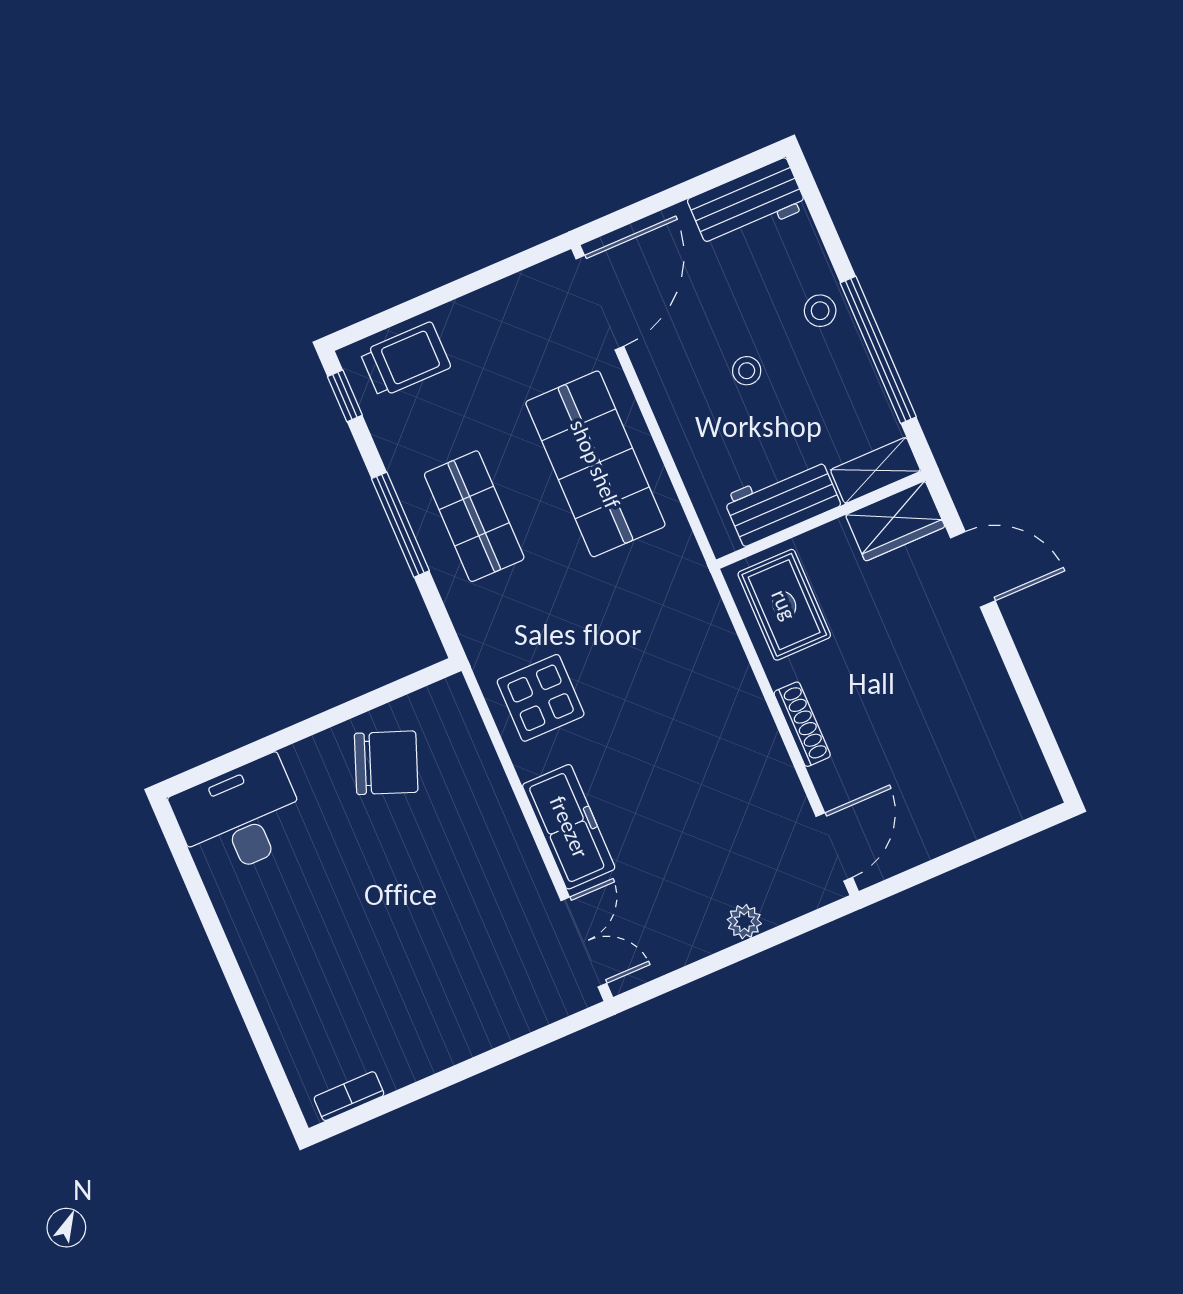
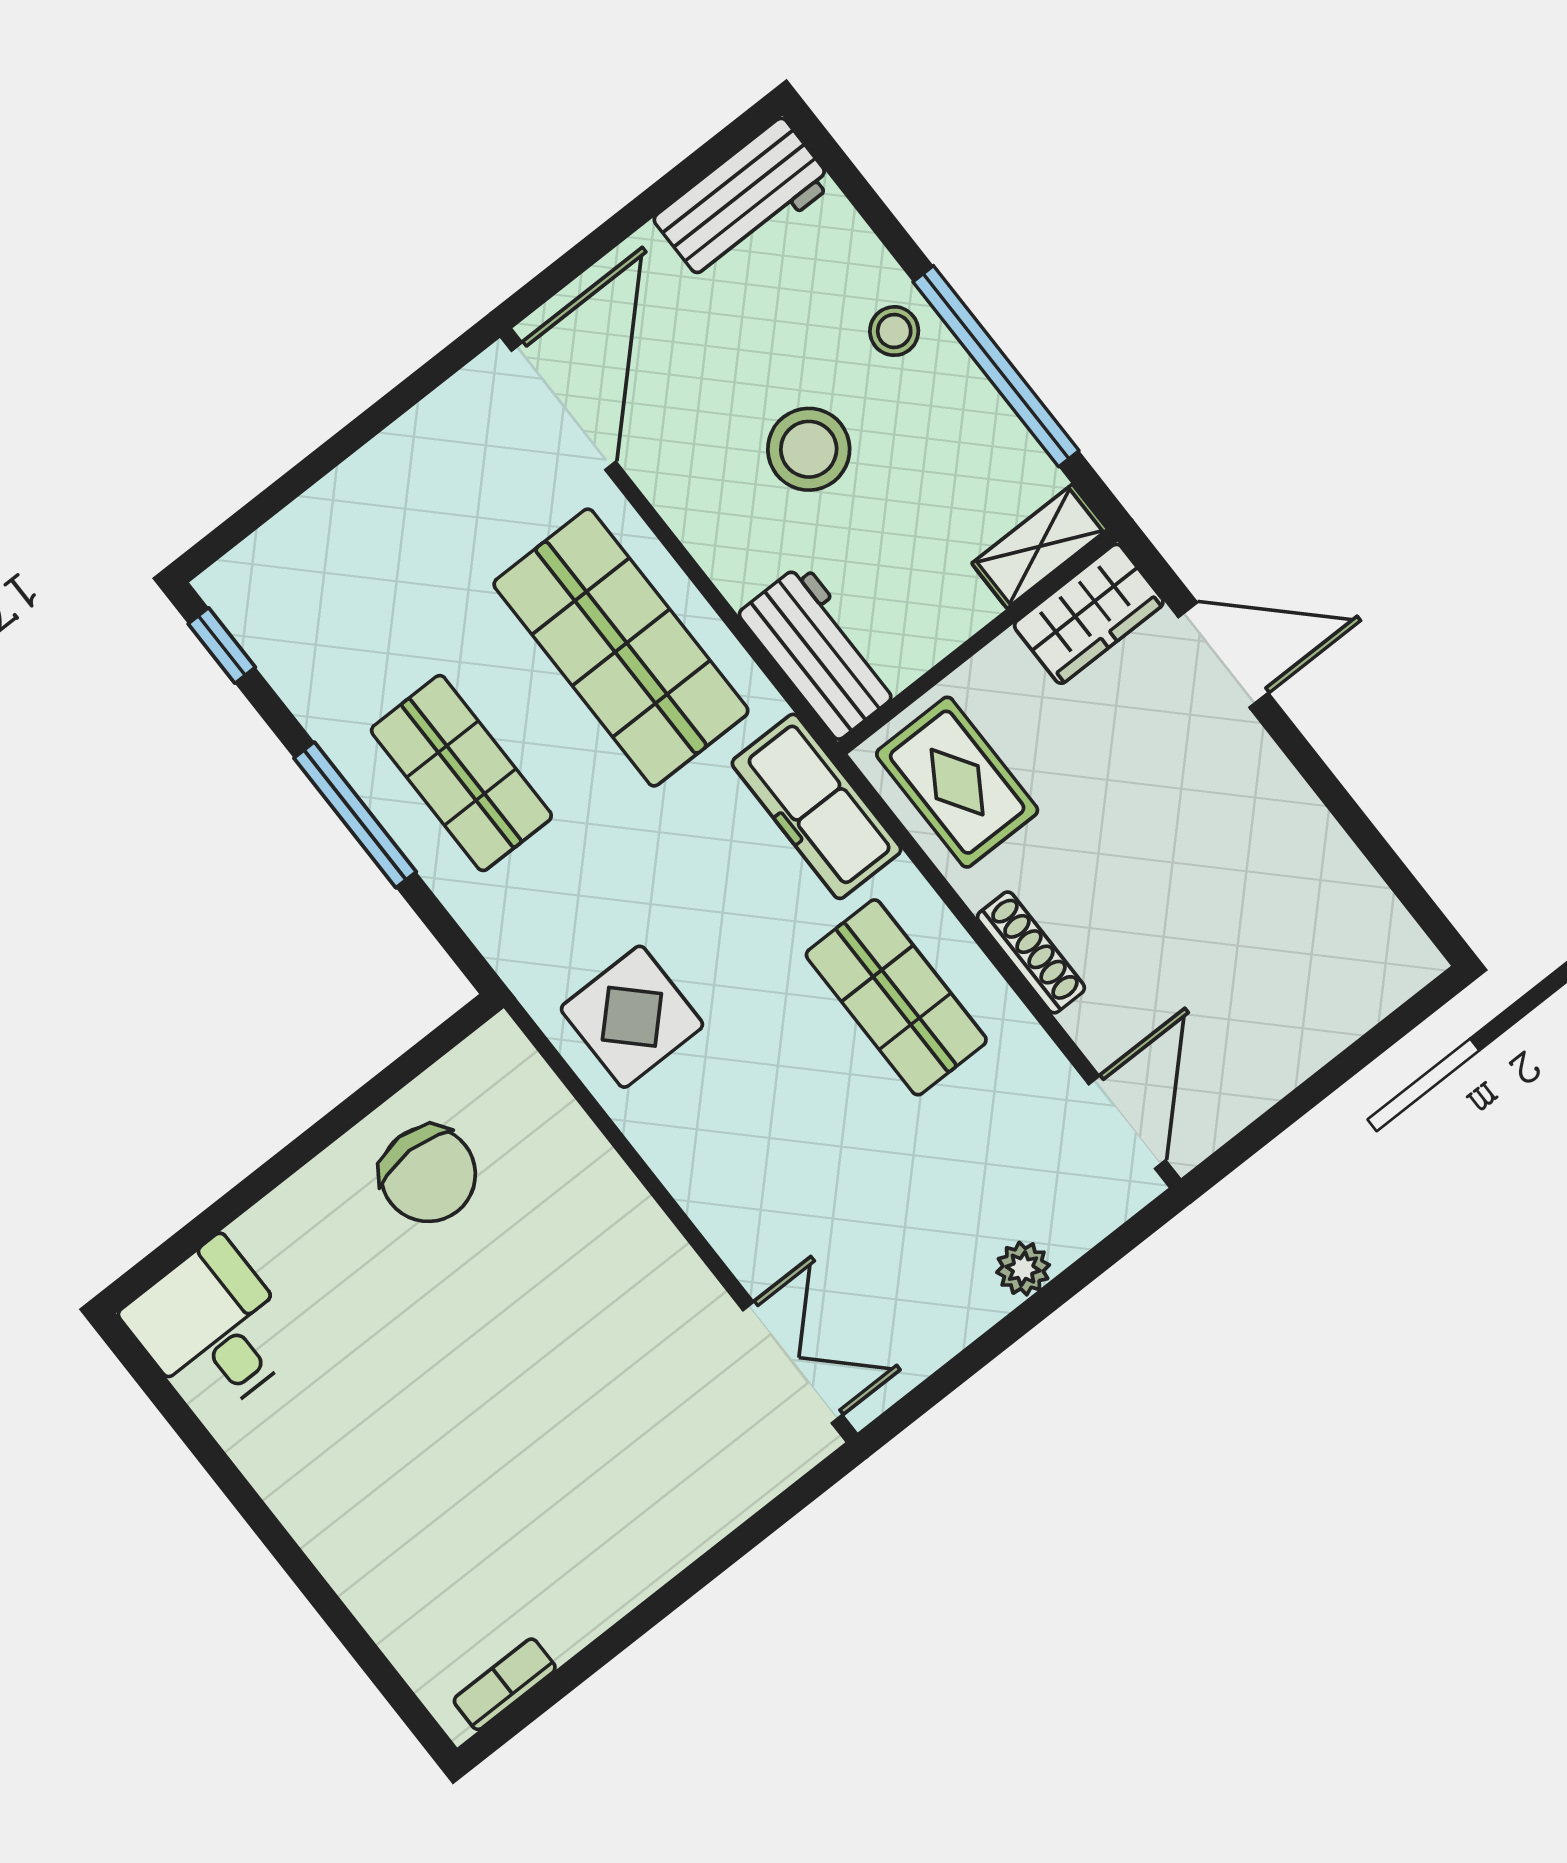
trolley: (405, 360) -> (297, 568), removed
stool: (747, 371) -> (809, 449), width x1.89, depth x1.89
workbench: (782, 501) -> (820, 652), moved, turned 90
shop shelf: (710, 730) -> (896, 997), added
chair: (386, 763) -> (428, 1174), turned 69
desk: (240, 817) -> (213, 1329), width x0.73
freezer: (569, 827) -> (816, 806), moved, turned 180

